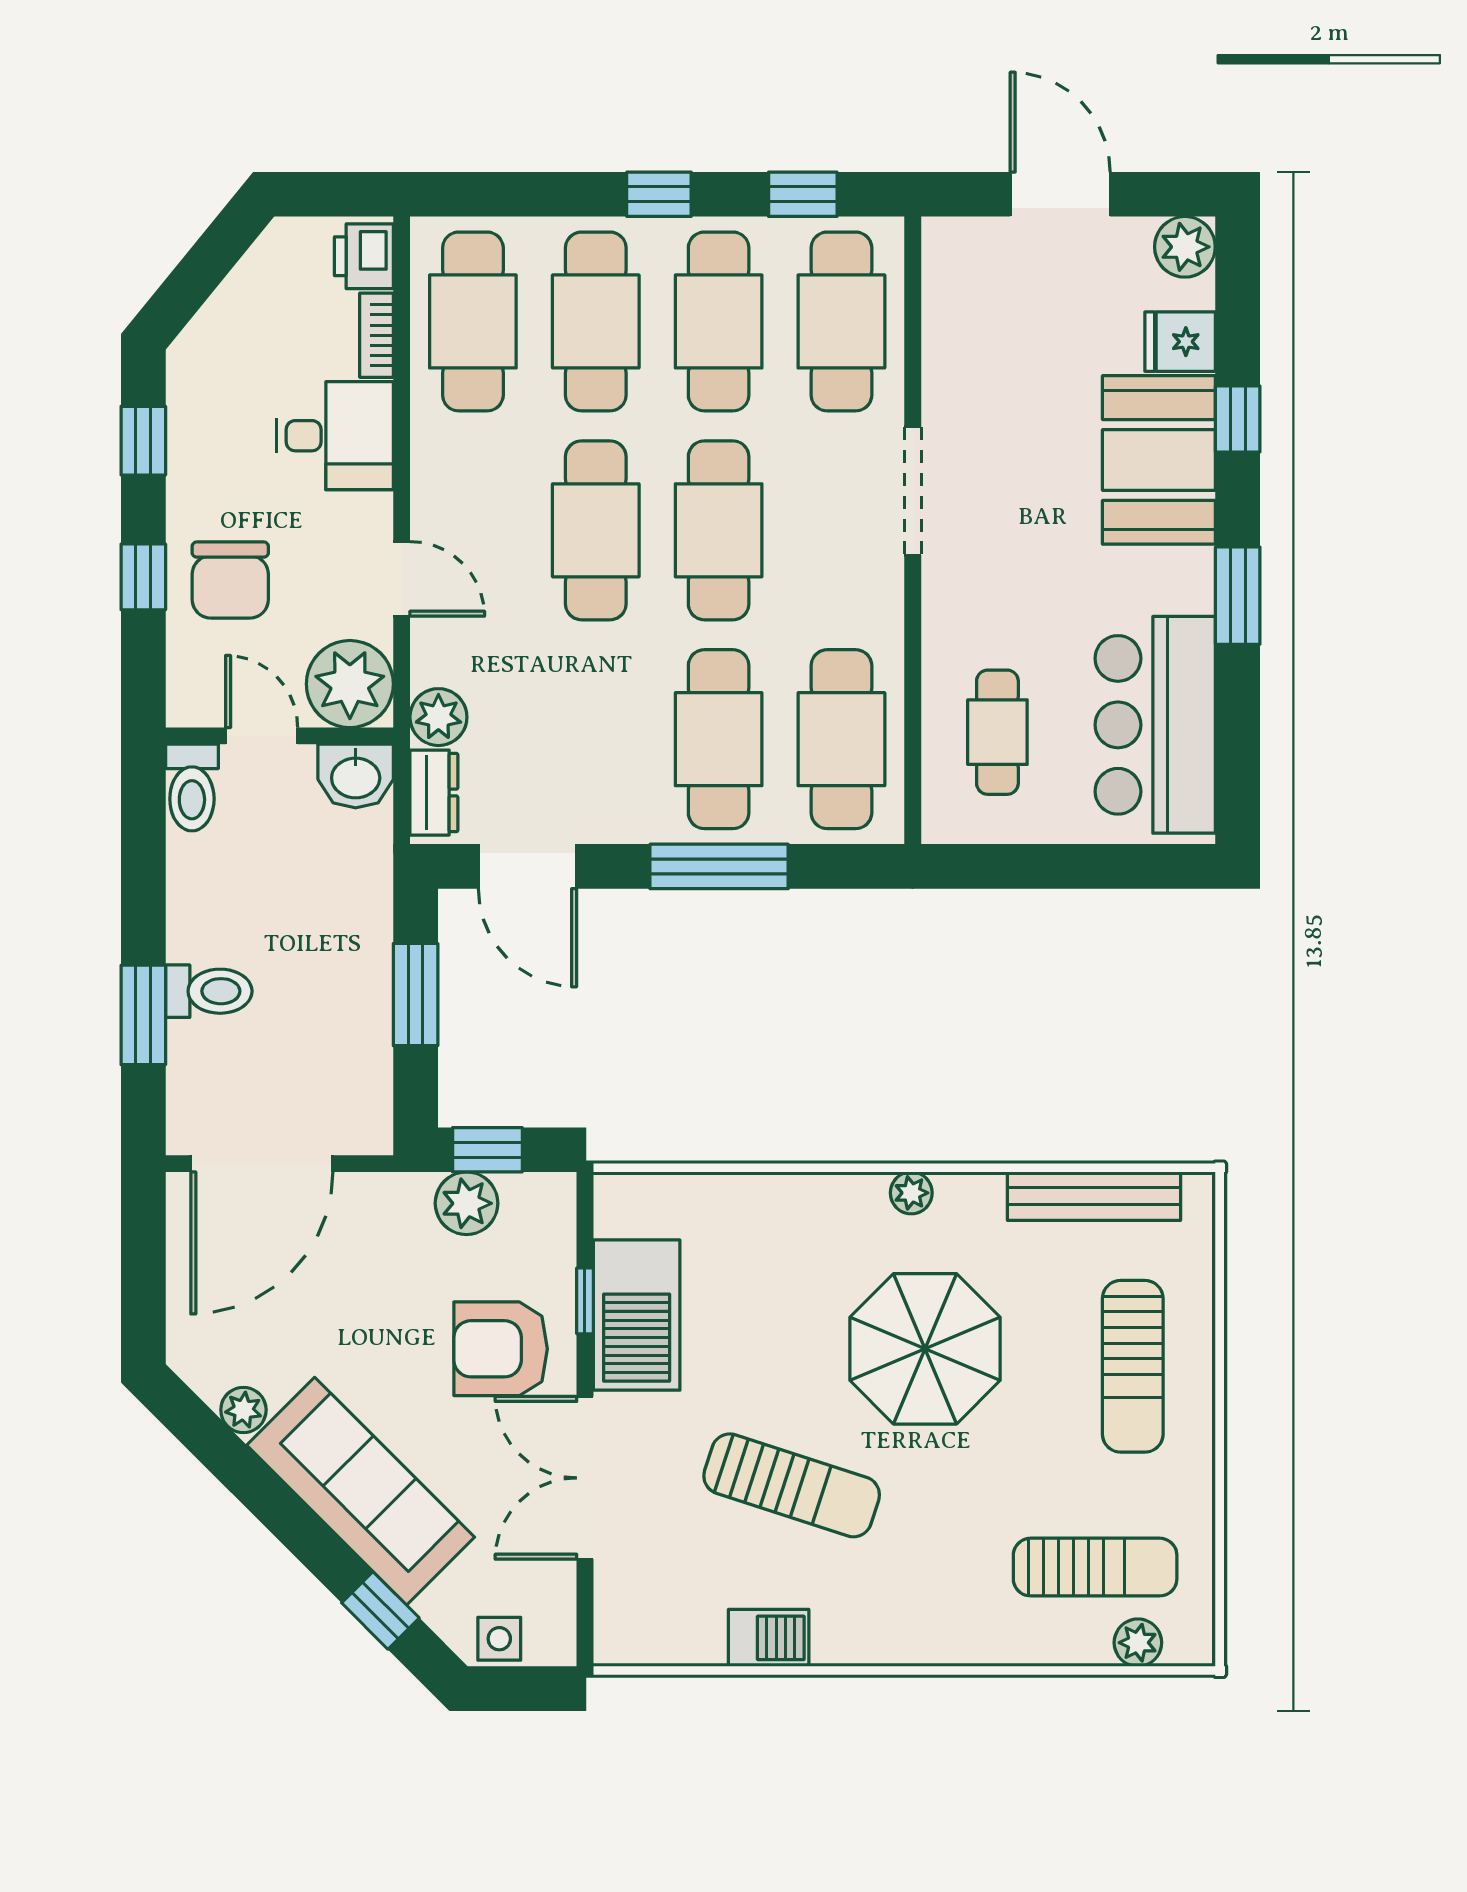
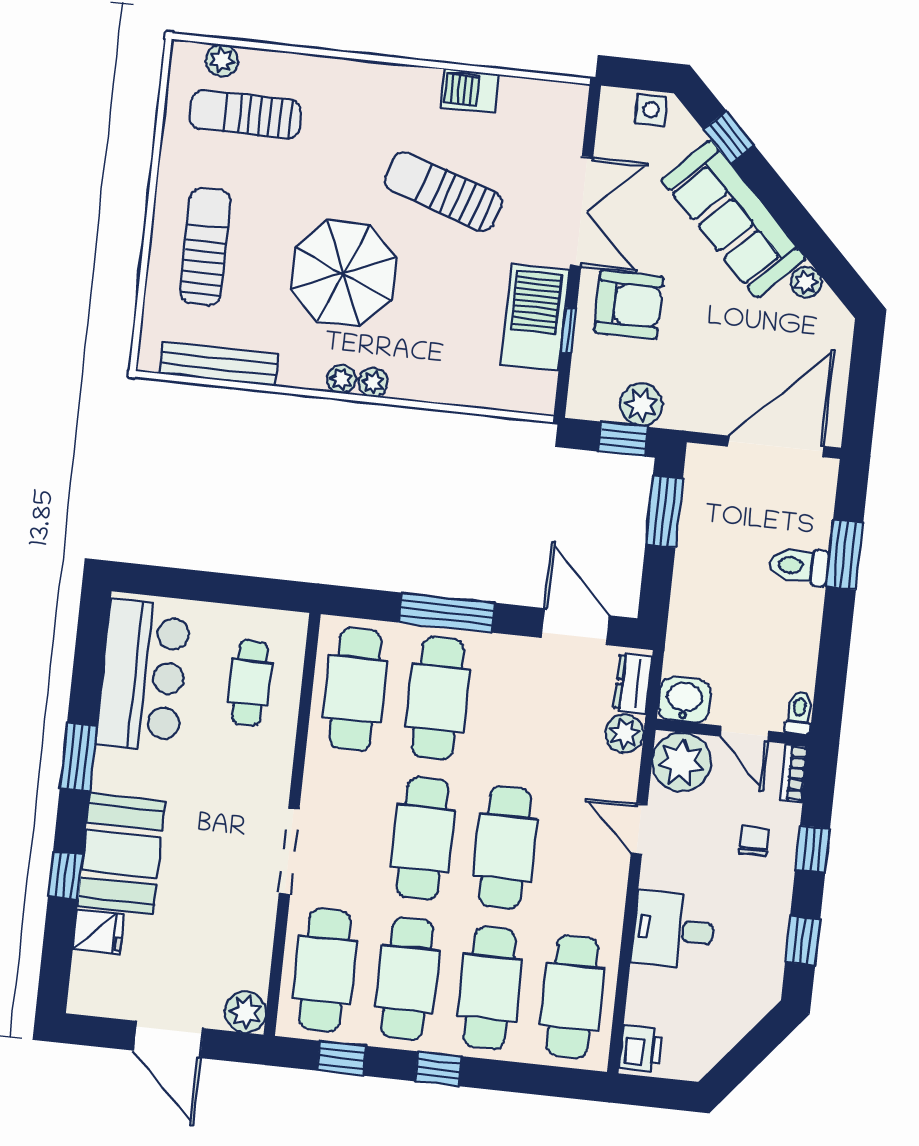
plant: (1185, 247) -> (245, 1012), moved
bookcase: (376, 335) -> (794, 773), moved, turned 180
chair: (230, 580) -> (754, 841), width x0.54, depth x0.54
toilet: (192, 788) -> (799, 713), width x0.73, depth x0.72
window: (416, 995) -> (664, 512), moved
plant: (864, 1193) -> (373, 382), added

